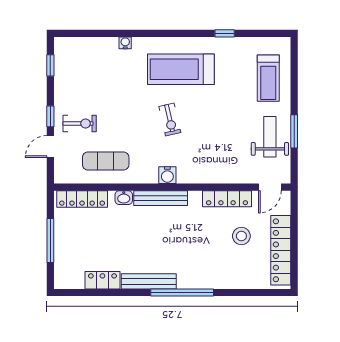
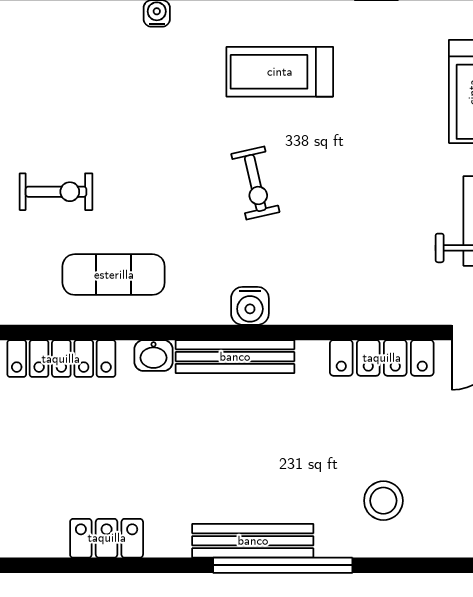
treadmill: (181, 69) -> (280, 72), width x0.73, depth x0.73
stool: (241, 236) -> (383, 501), moved
bench: (149, 281) -> (253, 541), moved

